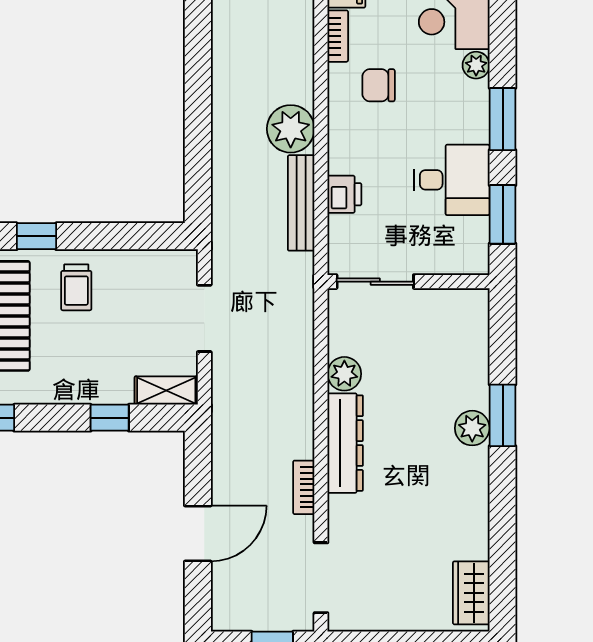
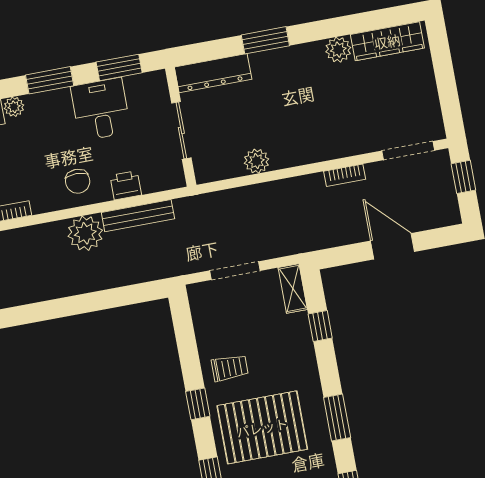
chair: (379, 85) -> (78, 181), moved
sliding door: (375, 282) -> (181, 130), moved
plant: (472, 428) -> (338, 50), moved
dresser: (345, 443) -> (213, 73), moved, turned 180
wardrobe: (471, 593) -> (387, 41), width x1.50

